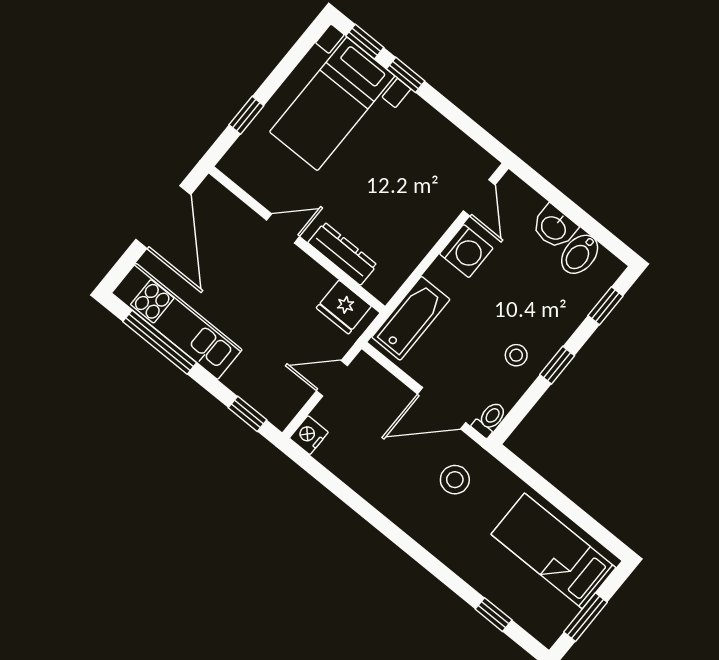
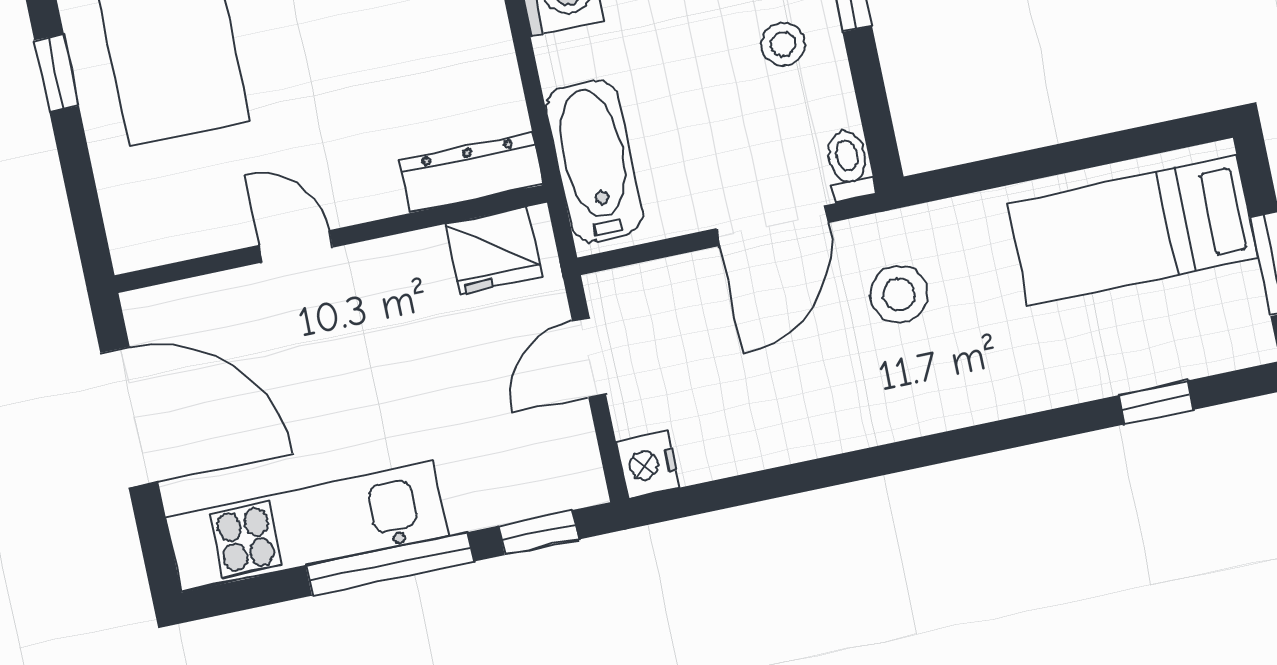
window: (246, 115) -> (57, 73), moved
door: (283, 228) -> (296, 246), hinge flipped
dresser: (342, 254) -> (471, 173), moved
window: (160, 342) -> (390, 564), moved

